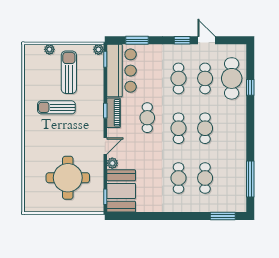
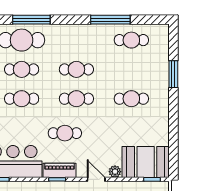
window: (250, 87) -> (31, 20), width x2.17
cafe table: (205, 178) -> (131, 40), moved
window: (250, 179) -> (110, 20), moved
window: (223, 216) -> (173, 74), moved

